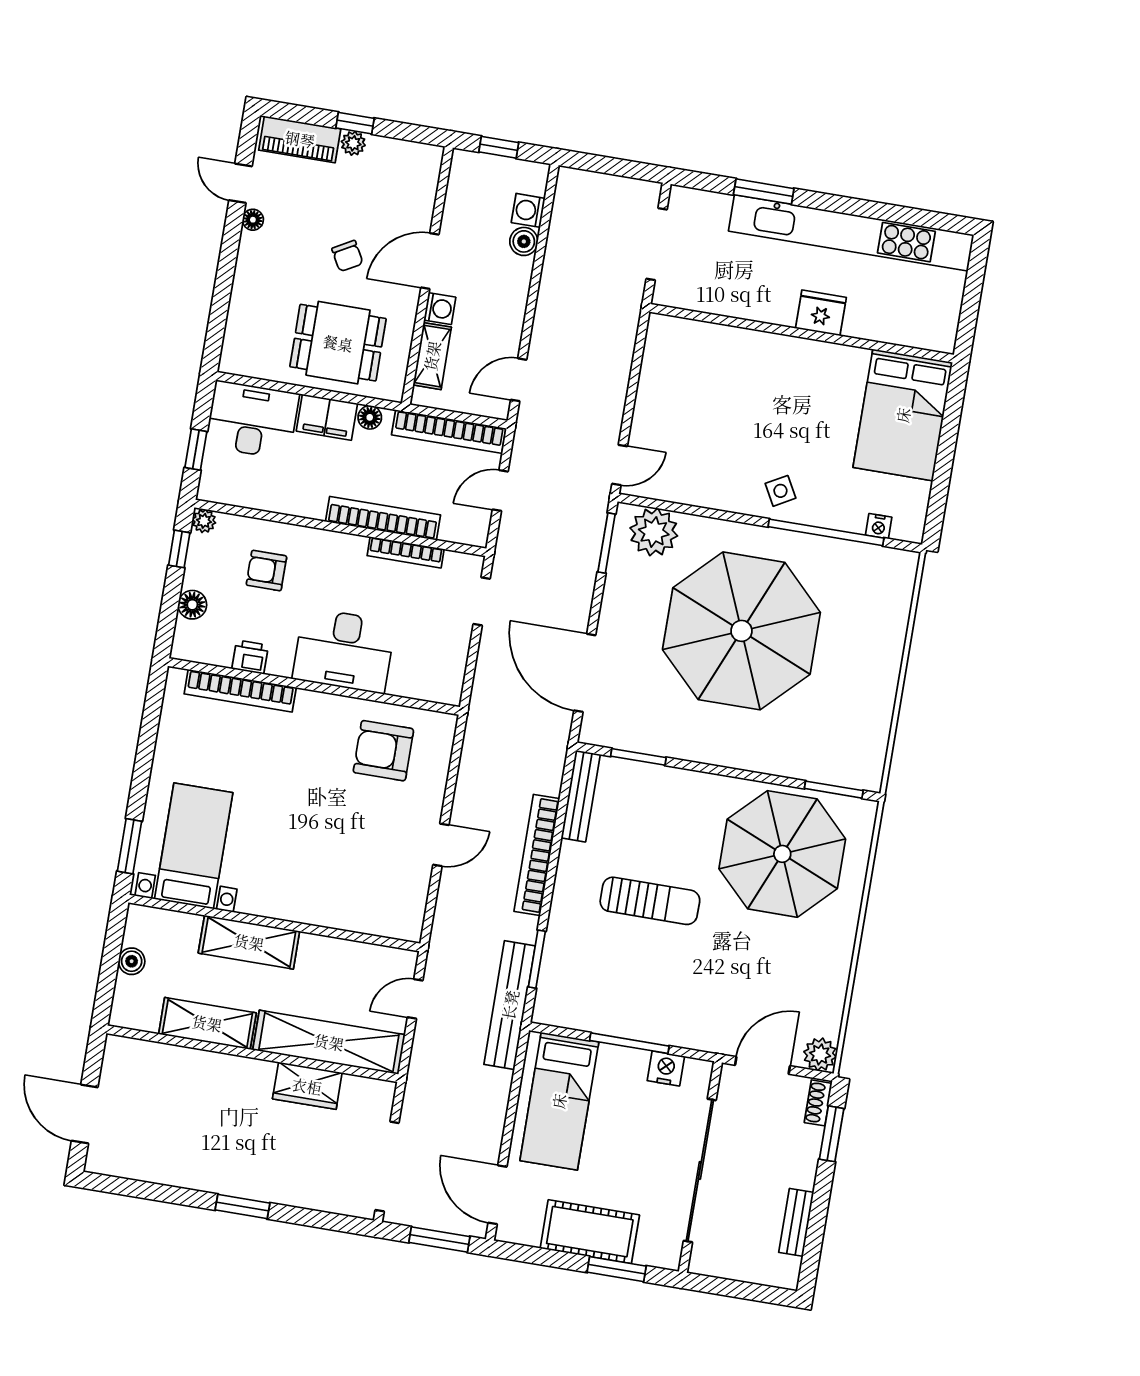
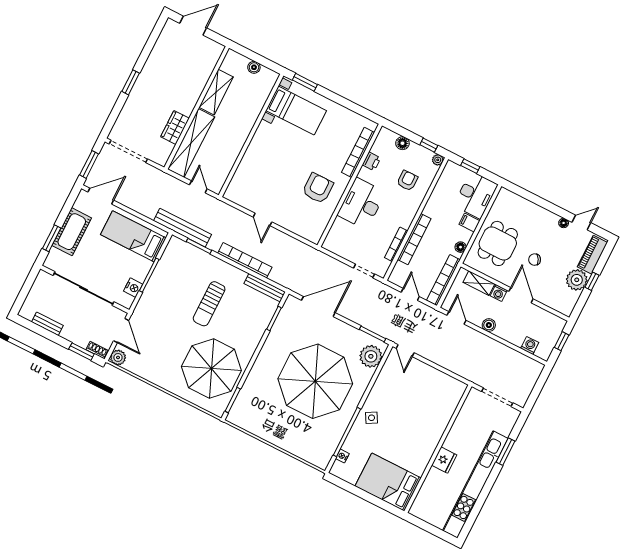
plant: (353, 143) -> (577, 280), width x1.87, depth x1.87
boiler: (524, 241) -> (489, 325), moved
filing cabinet: (327, 417) -> (469, 223), width x0.50
armchair: (383, 751) -> (318, 188), moved
shelving: (249, 942) -> (246, 122), removed

